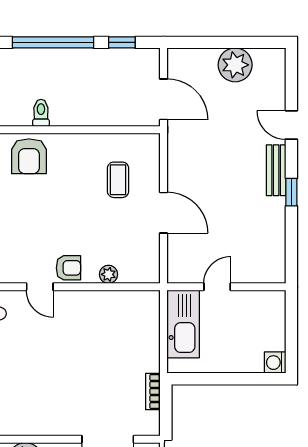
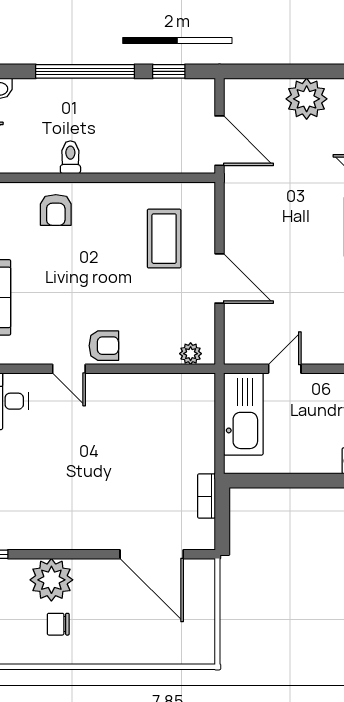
armchair: (29, 156) -> (56, 210), width x0.72, depth x0.72
coffee table: (118, 180) -> (164, 239), width x1.36, depth x1.30
plant: (109, 274) -> (191, 354), moved

